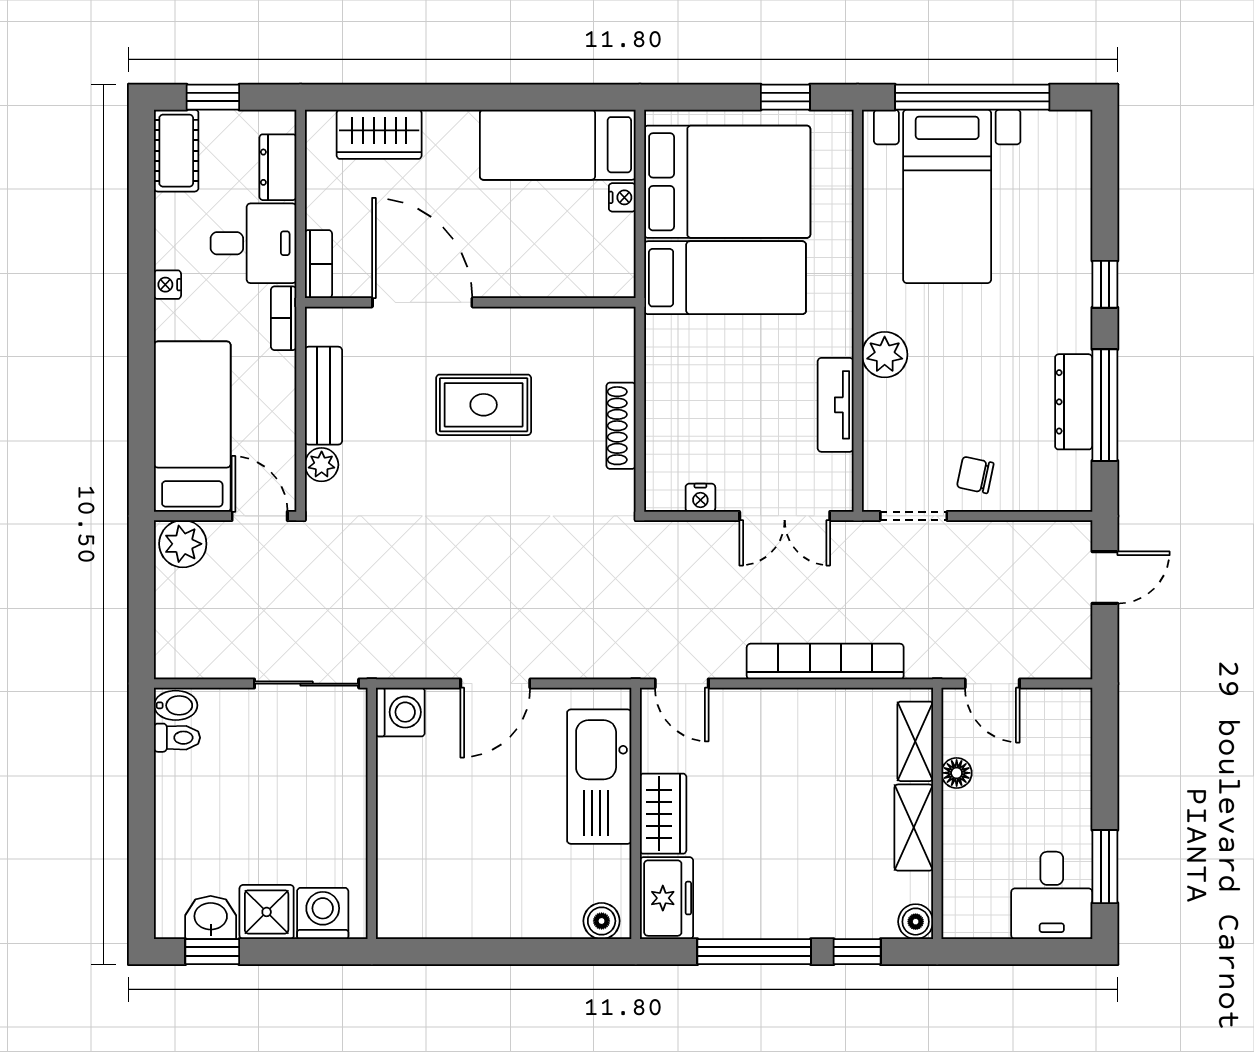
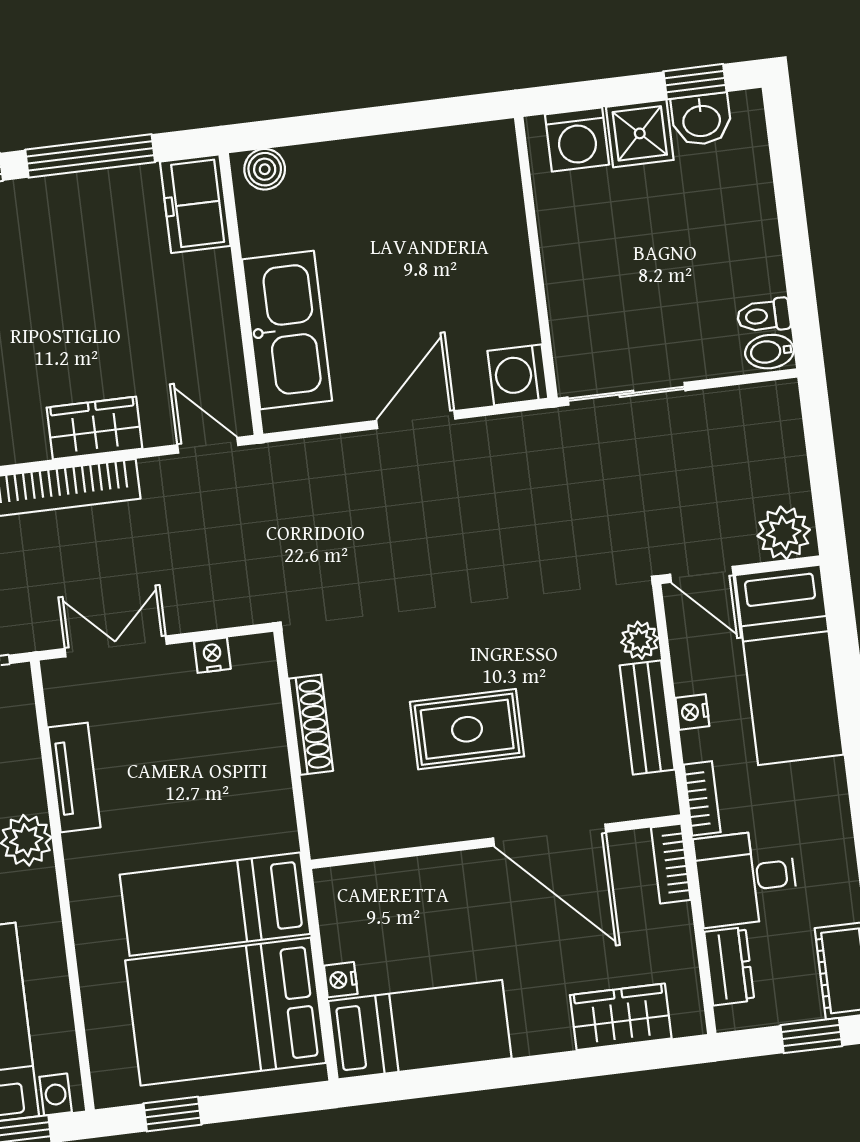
nightstand: (167, 285) -> (692, 712), moved, turned 180
wardrobe: (663, 814) -> (94, 428), moved, turned 90

